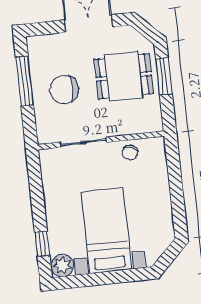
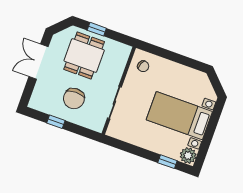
window: (164, 76) -> (97, 29), width x0.67
window: (25, 81) -> (56, 122), width x0.46
chair: (130, 153) -> (143, 66), moved

